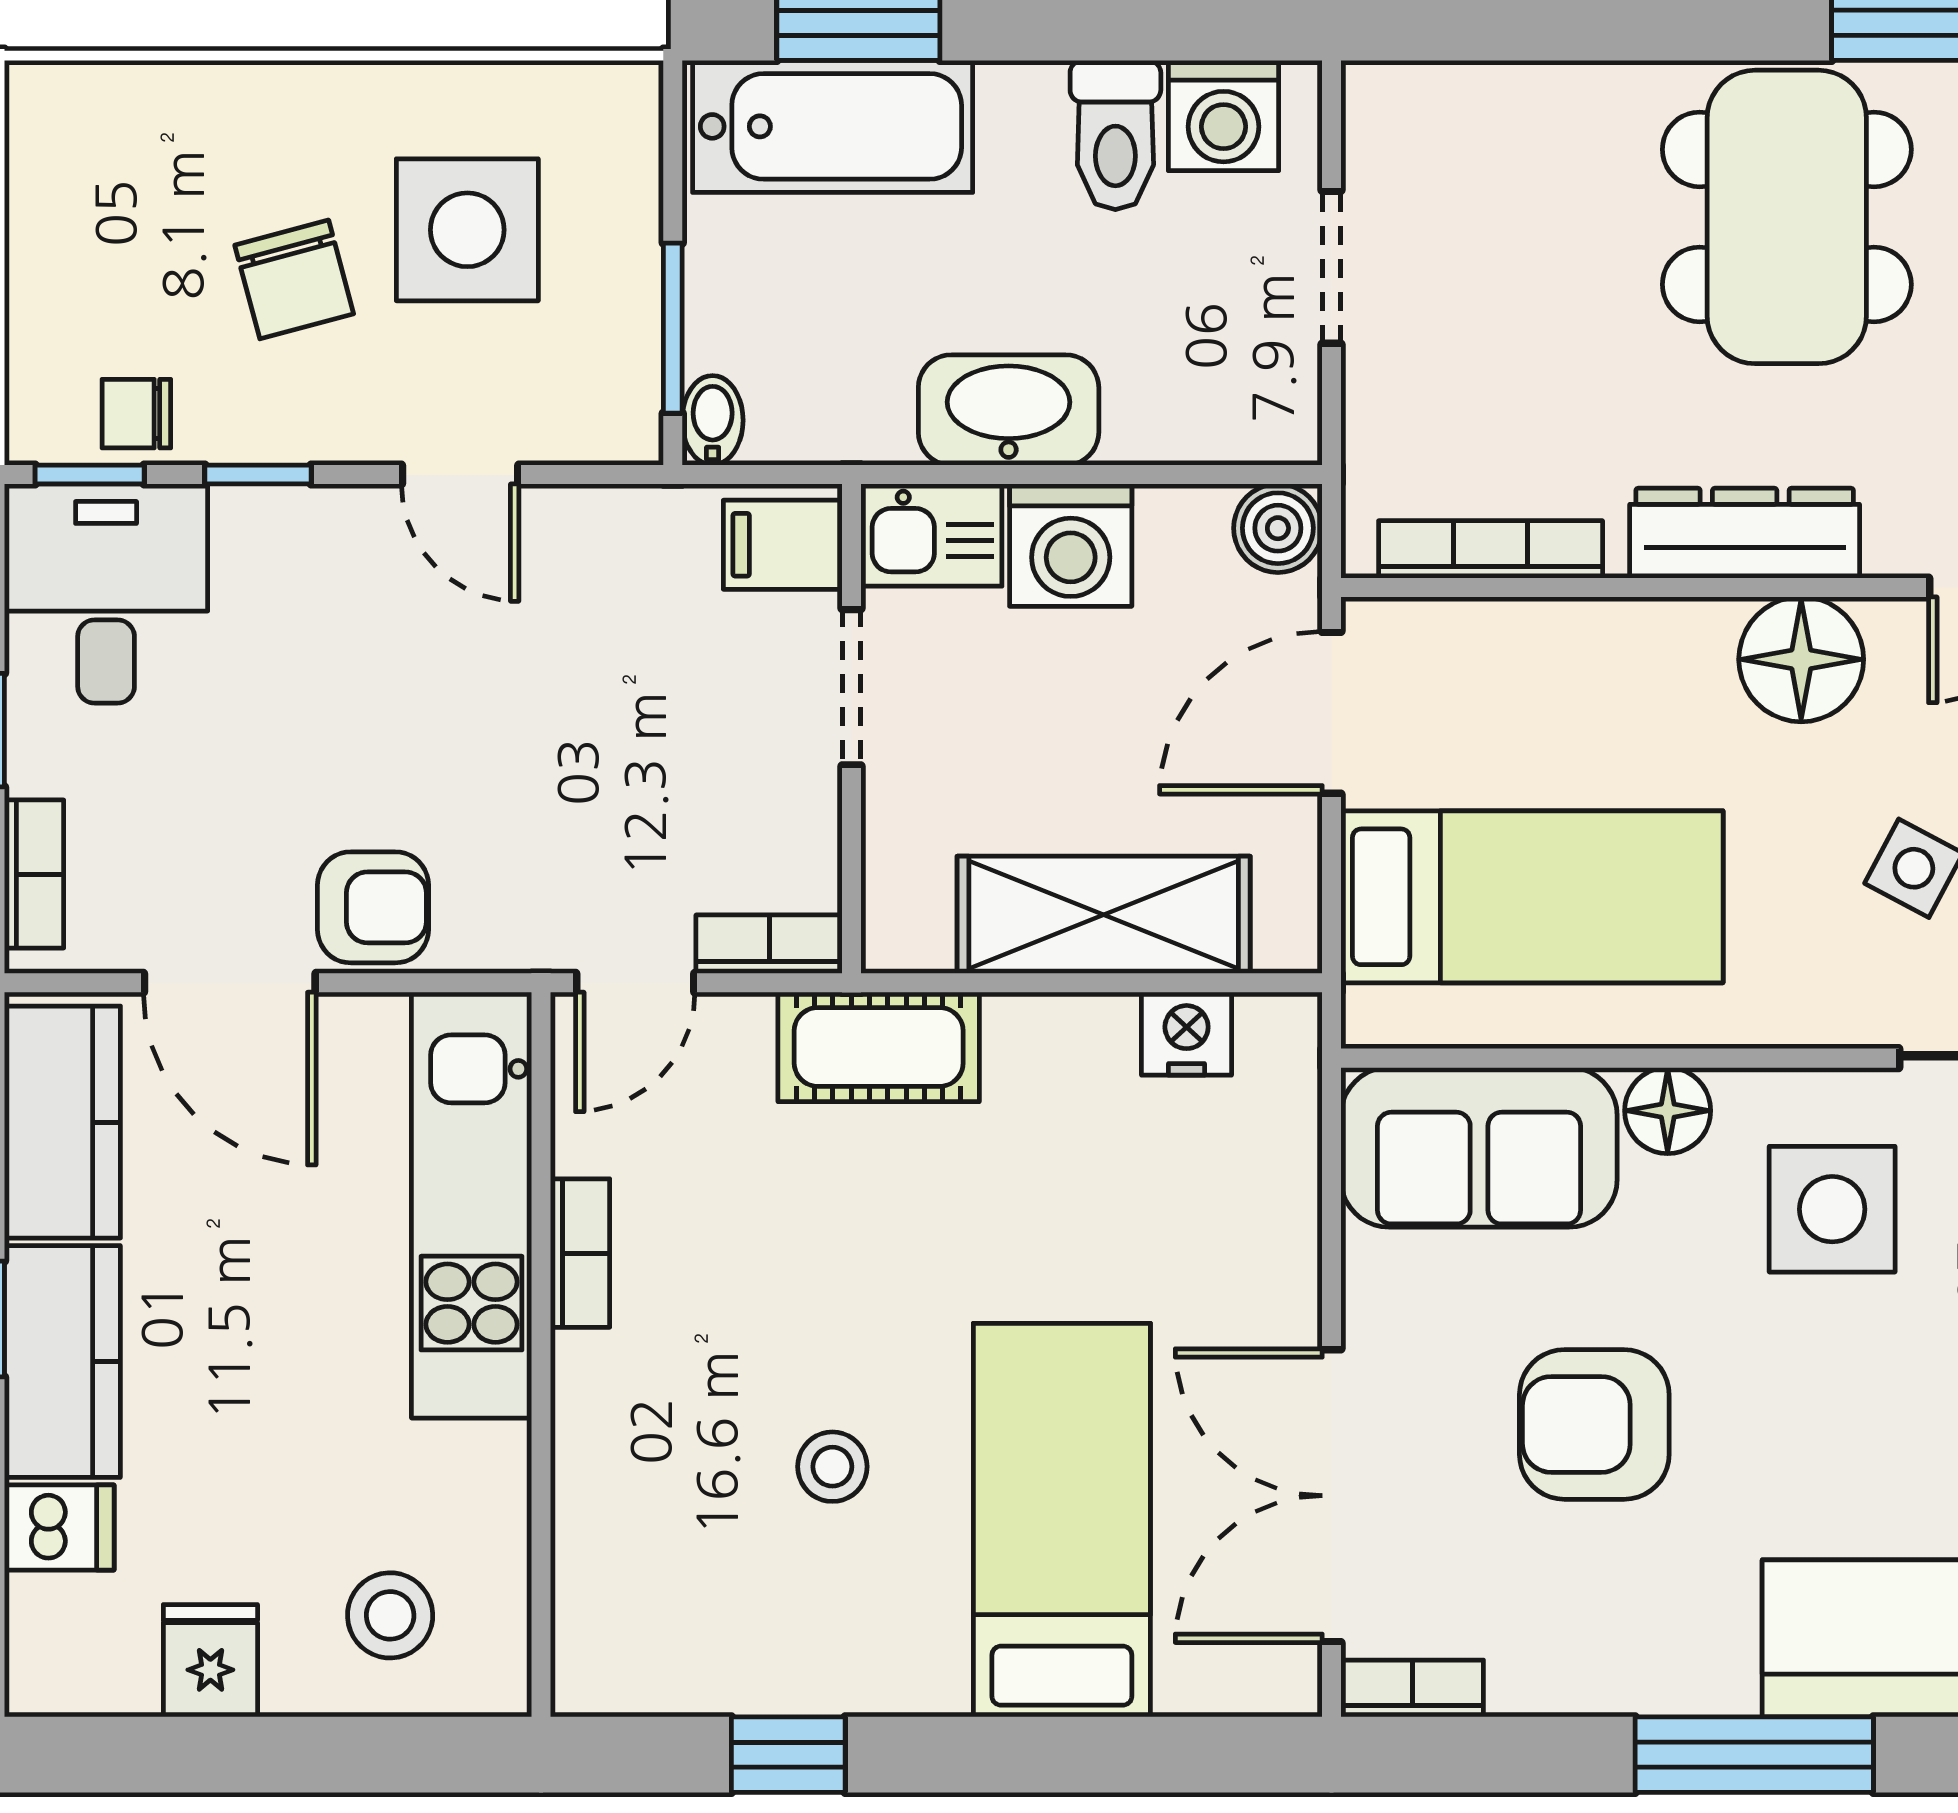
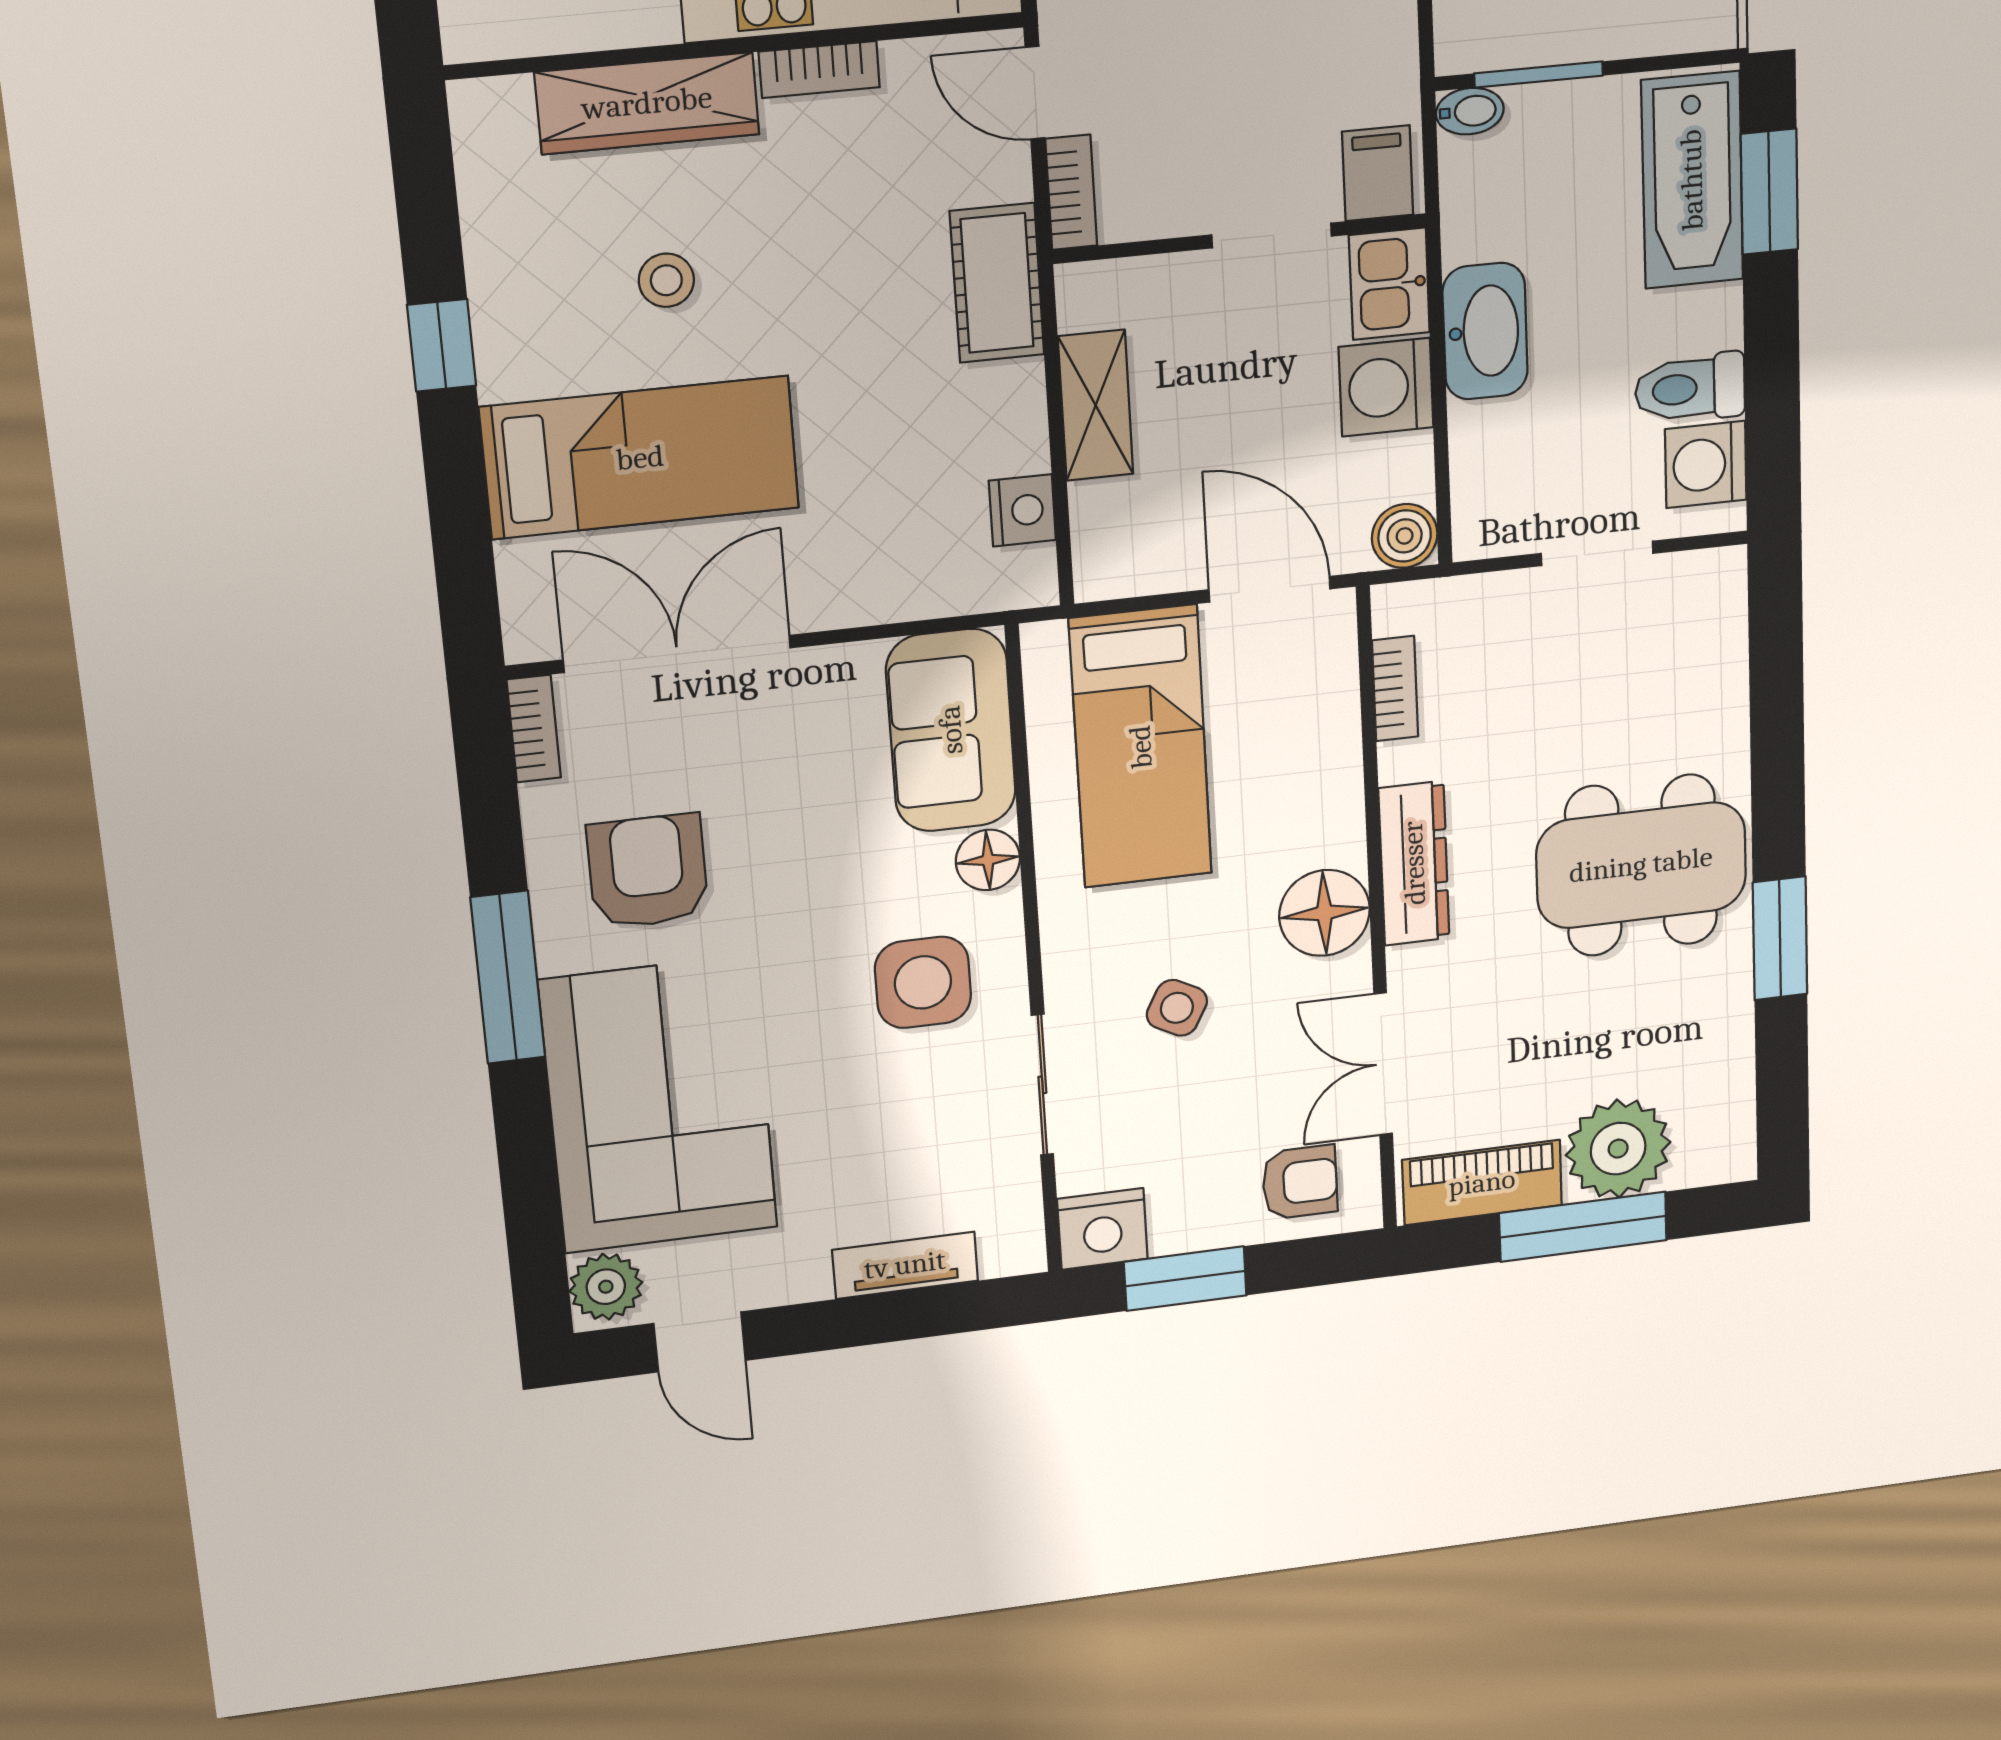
bookcase: (1491, 549) -> (1395, 689), width x0.64
shelving: (1104, 915) -> (1096, 405), width x0.67, depth x0.75
armchair: (1594, 1424) -> (648, 871), moved
wardrobe: (603, 1471) -> (647, 103), added
window: (788, 1755) -> (442, 345), moved

